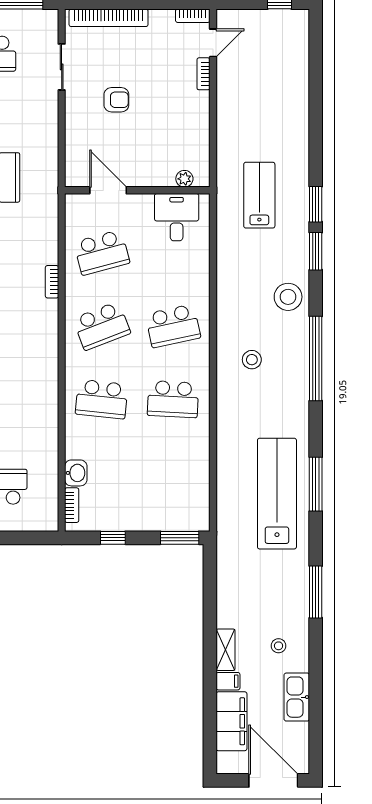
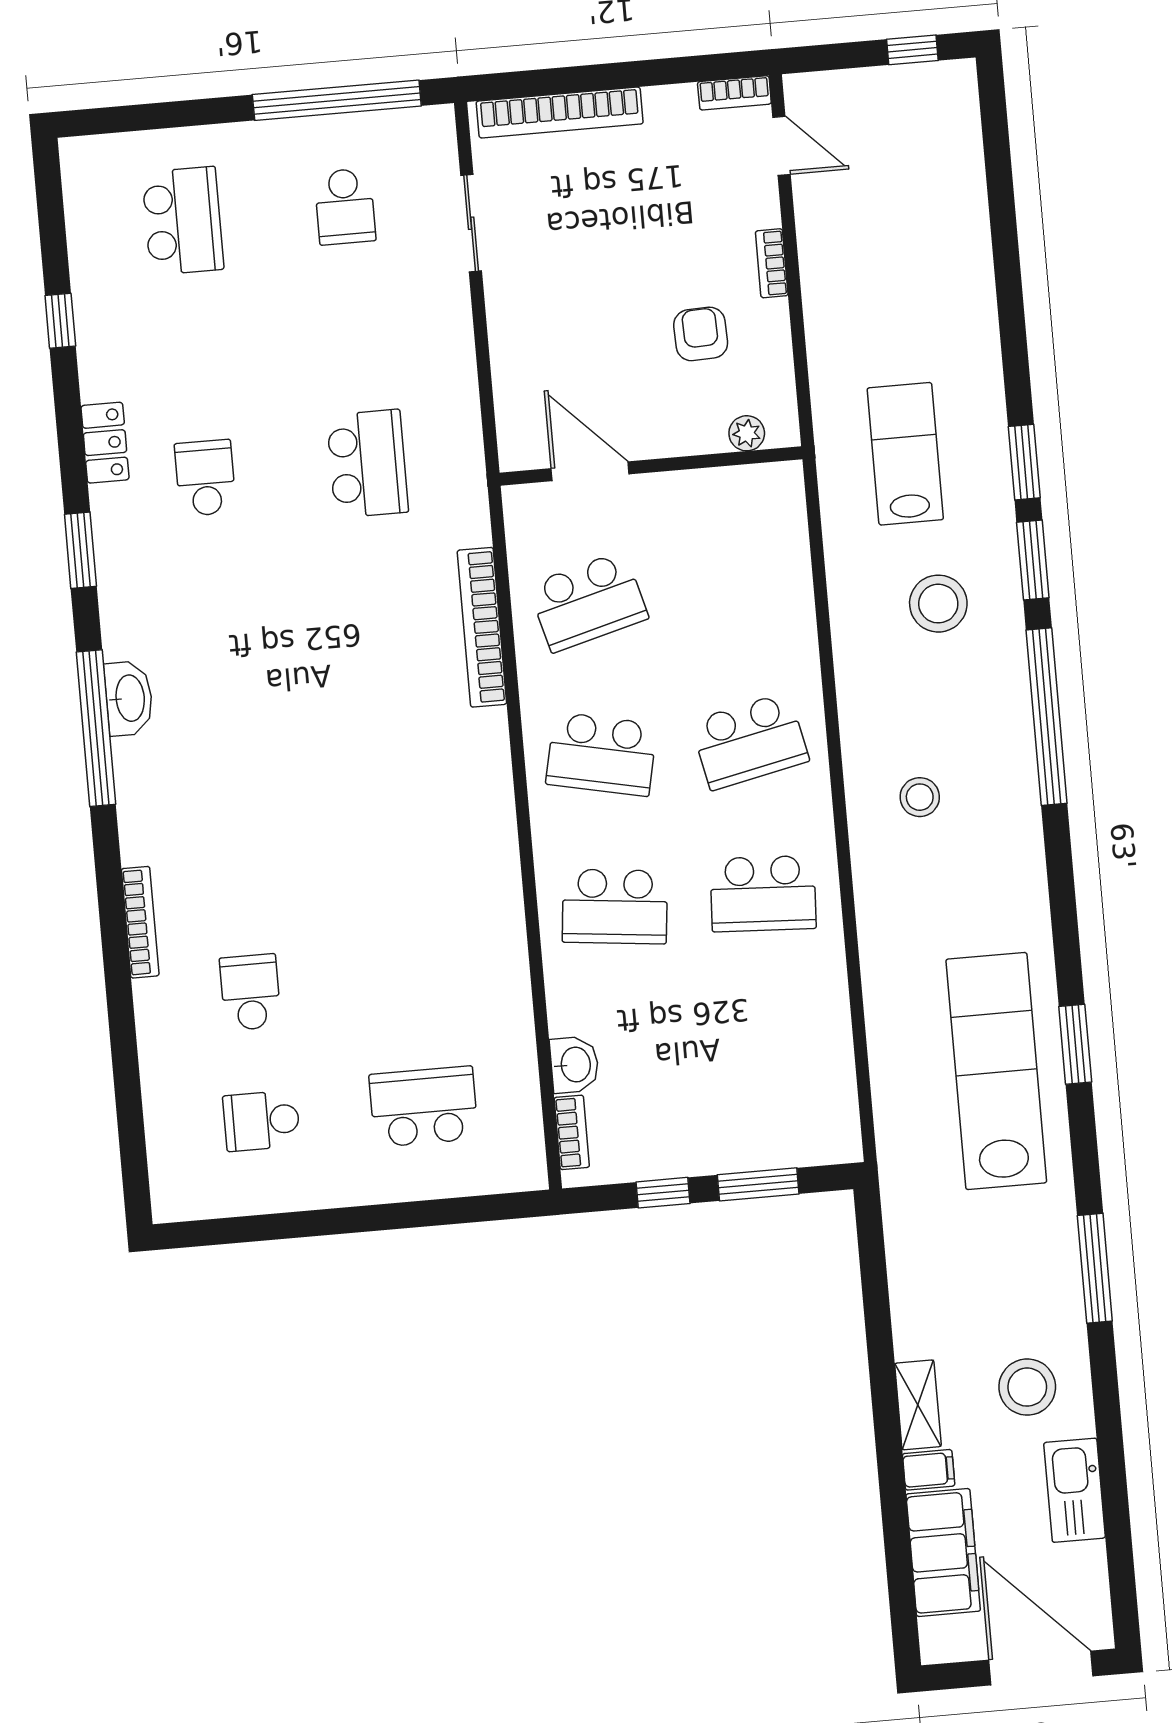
door: (213, 43) -> (782, 146), hinge flipped
bookcase: (203, 74) -> (772, 263), moved
armchair: (116, 100) -> (701, 334), moved, turned -92
desk: (177, 217) -> (737, 515), removed
bookcase: (52, 282) -> (482, 627), width x2.31, depth x1.31
stool: (288, 297) -> (938, 604), moved
school desk: (102, 326) -> (601, 754), turned 33
window: (316, 359) -> (1047, 717), moved
window: (316, 484) -> (1075, 1044), width x0.69
window: (180, 538) -> (758, 1184), moved
stool: (279, 646) -> (1027, 1387), width x1.89, depth x1.89

